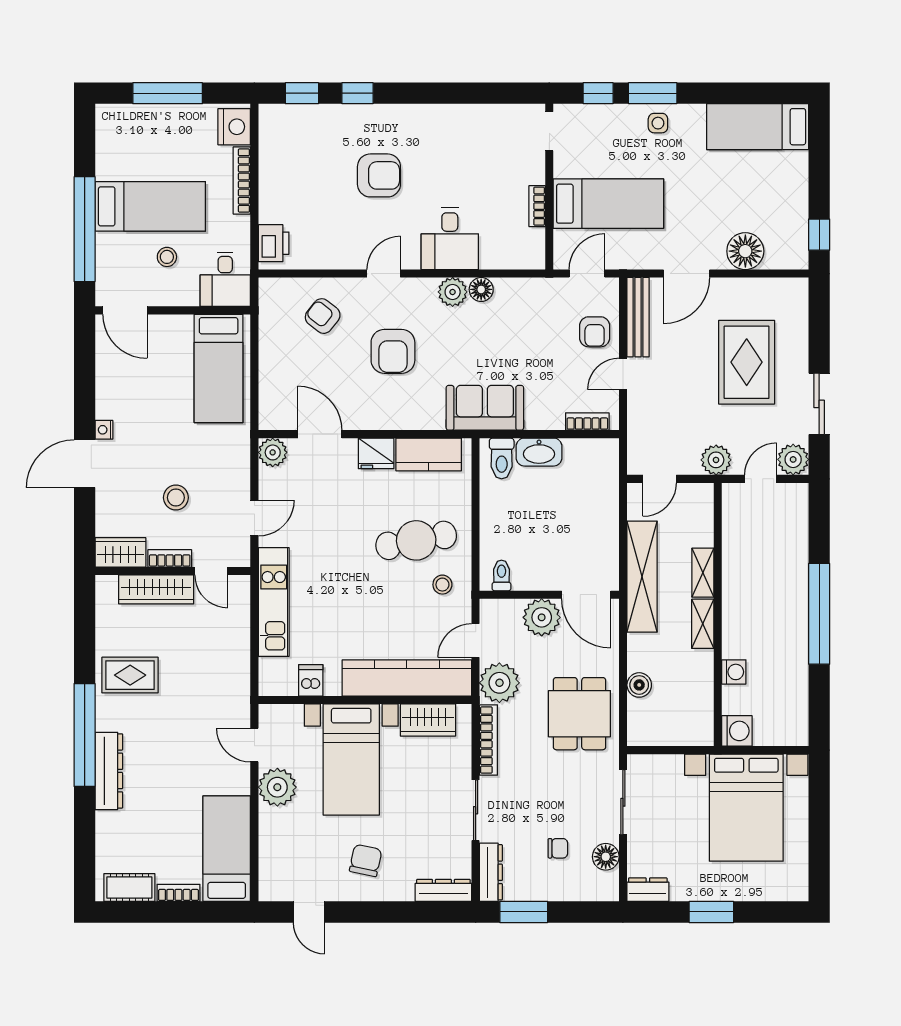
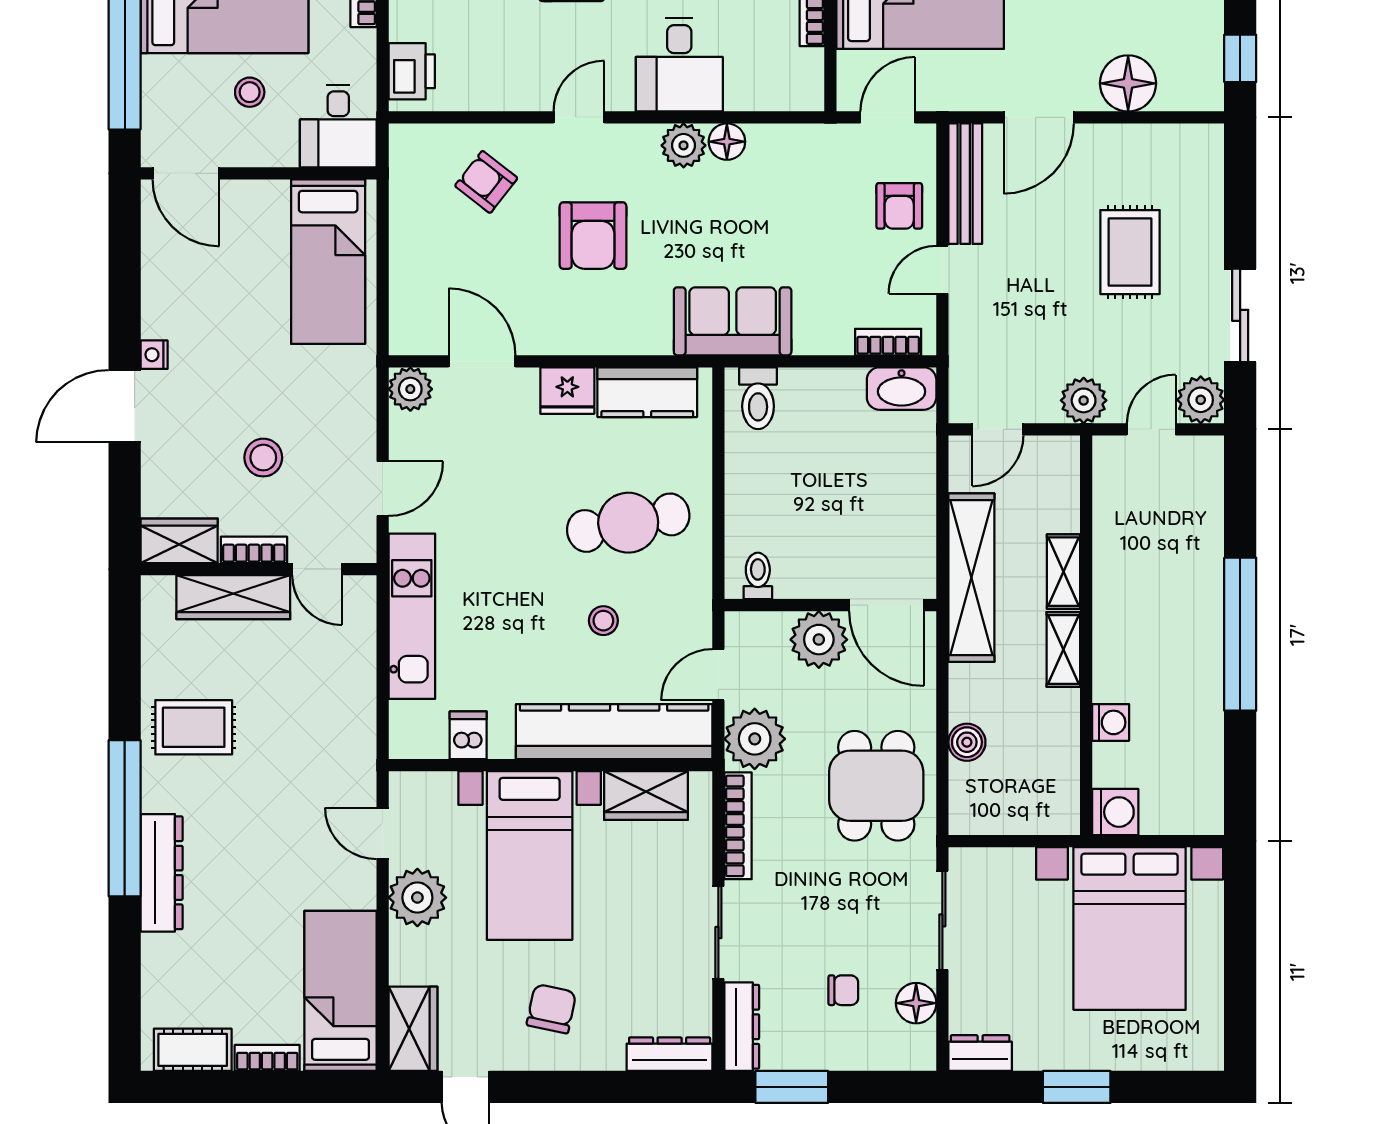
rug: (747, 362) -> (1130, 252), width x0.73, depth x0.70
washbasin: (539, 452) -> (902, 389), moved
stool: (442, 585) -> (603, 621), moved
wardrobe: (274, 874) -> (413, 1029), added

